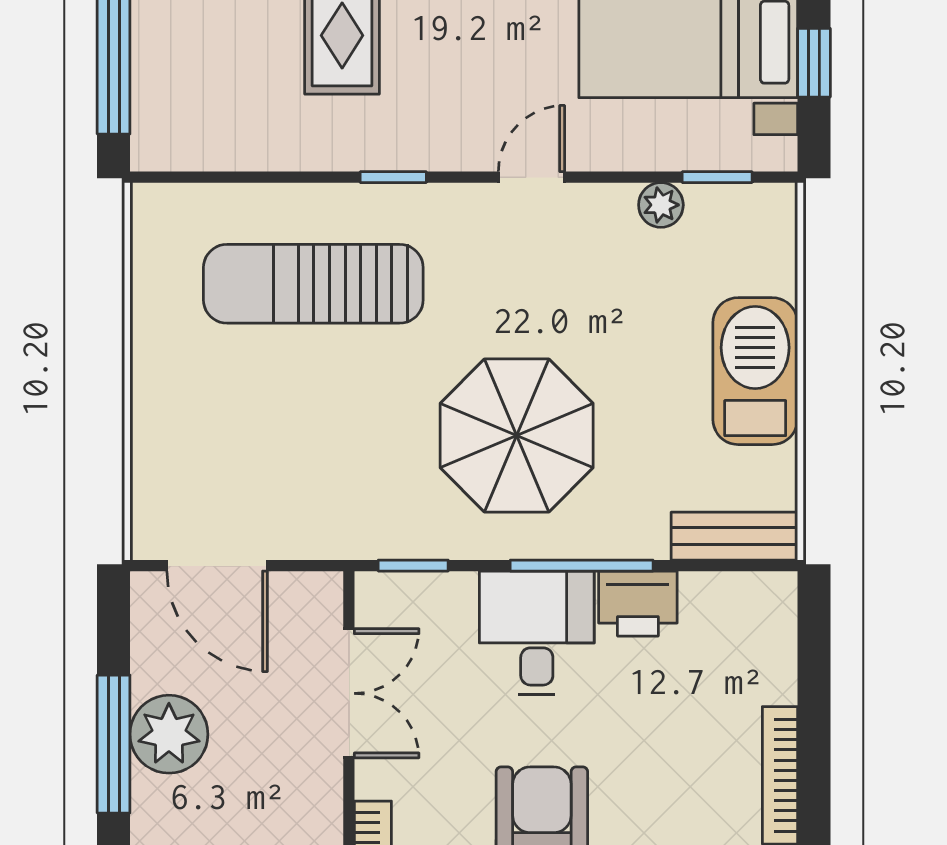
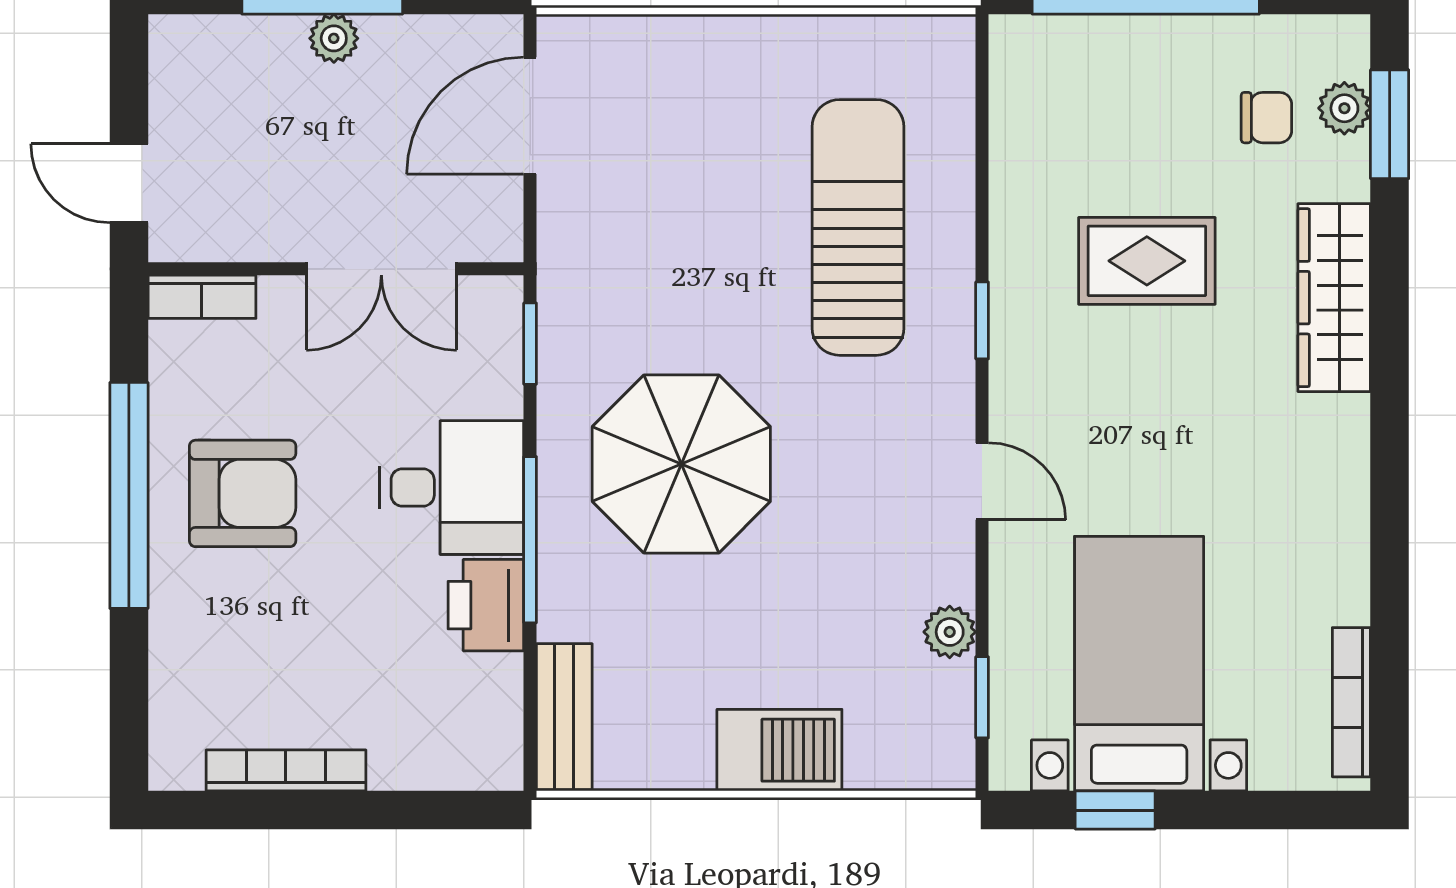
barbecue: (755, 371) -> (779, 750), width x0.73, depth x0.83
plant: (169, 734) -> (334, 38), width x0.53, depth x0.53

